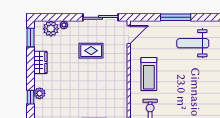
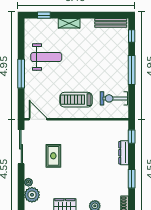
weight bench: (193, 43) -> (46, 57), turned -90
treadmill: (149, 74) -> (76, 100), turned 180

